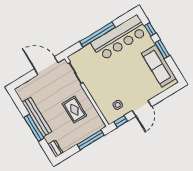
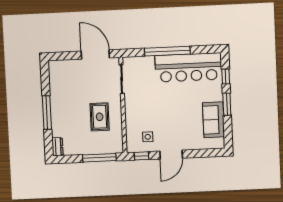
sofa: (159, 66) -> (213, 120), width x0.73
bench: (37, 117) -> (56, 103), removed

